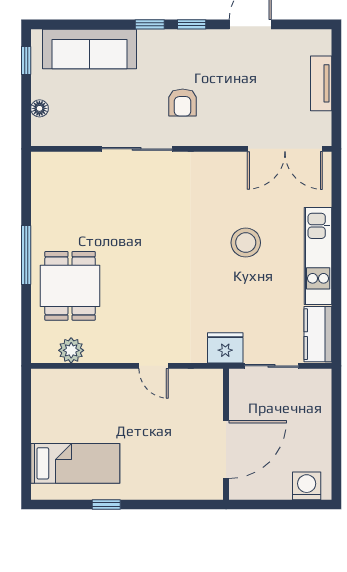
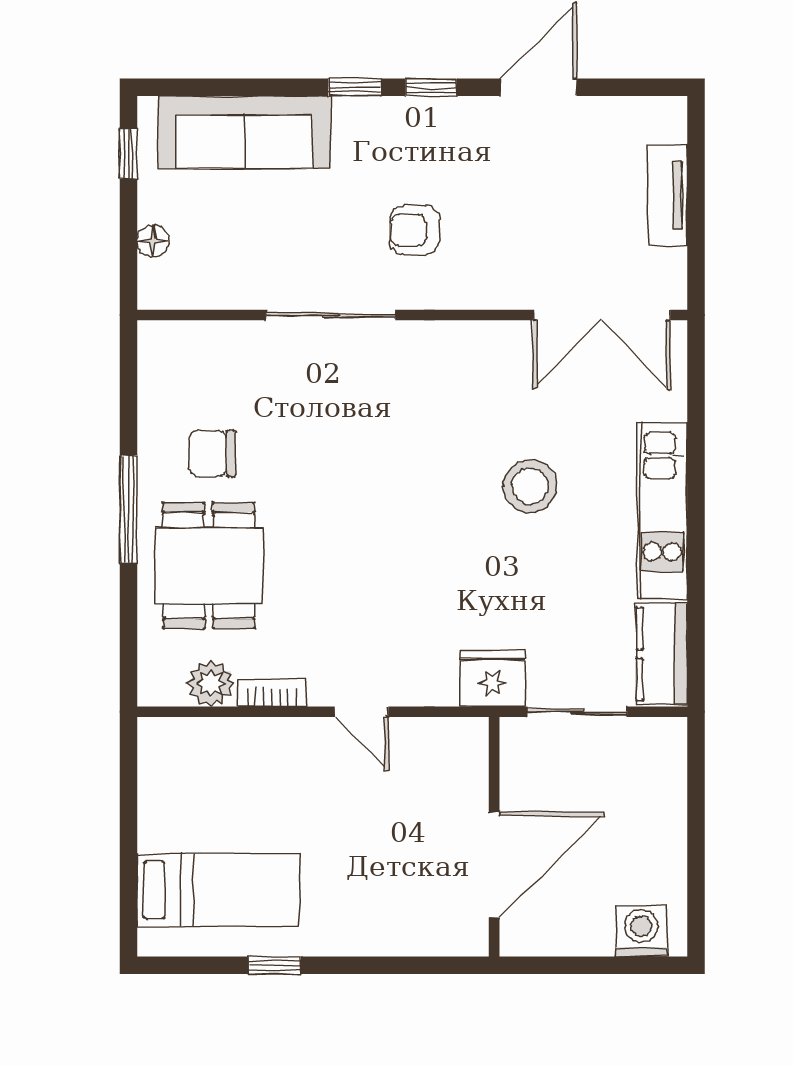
armchair: (183, 102) -> (414, 230), turned 90
chair: (72, 225) -> (212, 454), added
bookcase: (105, 356) -> (272, 693), added

